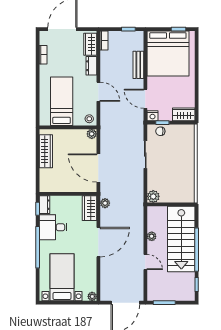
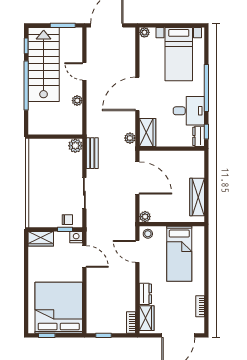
bench: (138, 65) -> (92, 153), moved
door: (98, 92) -> (137, 251), moved
stairs: (181, 239) -> (44, 64), moved

